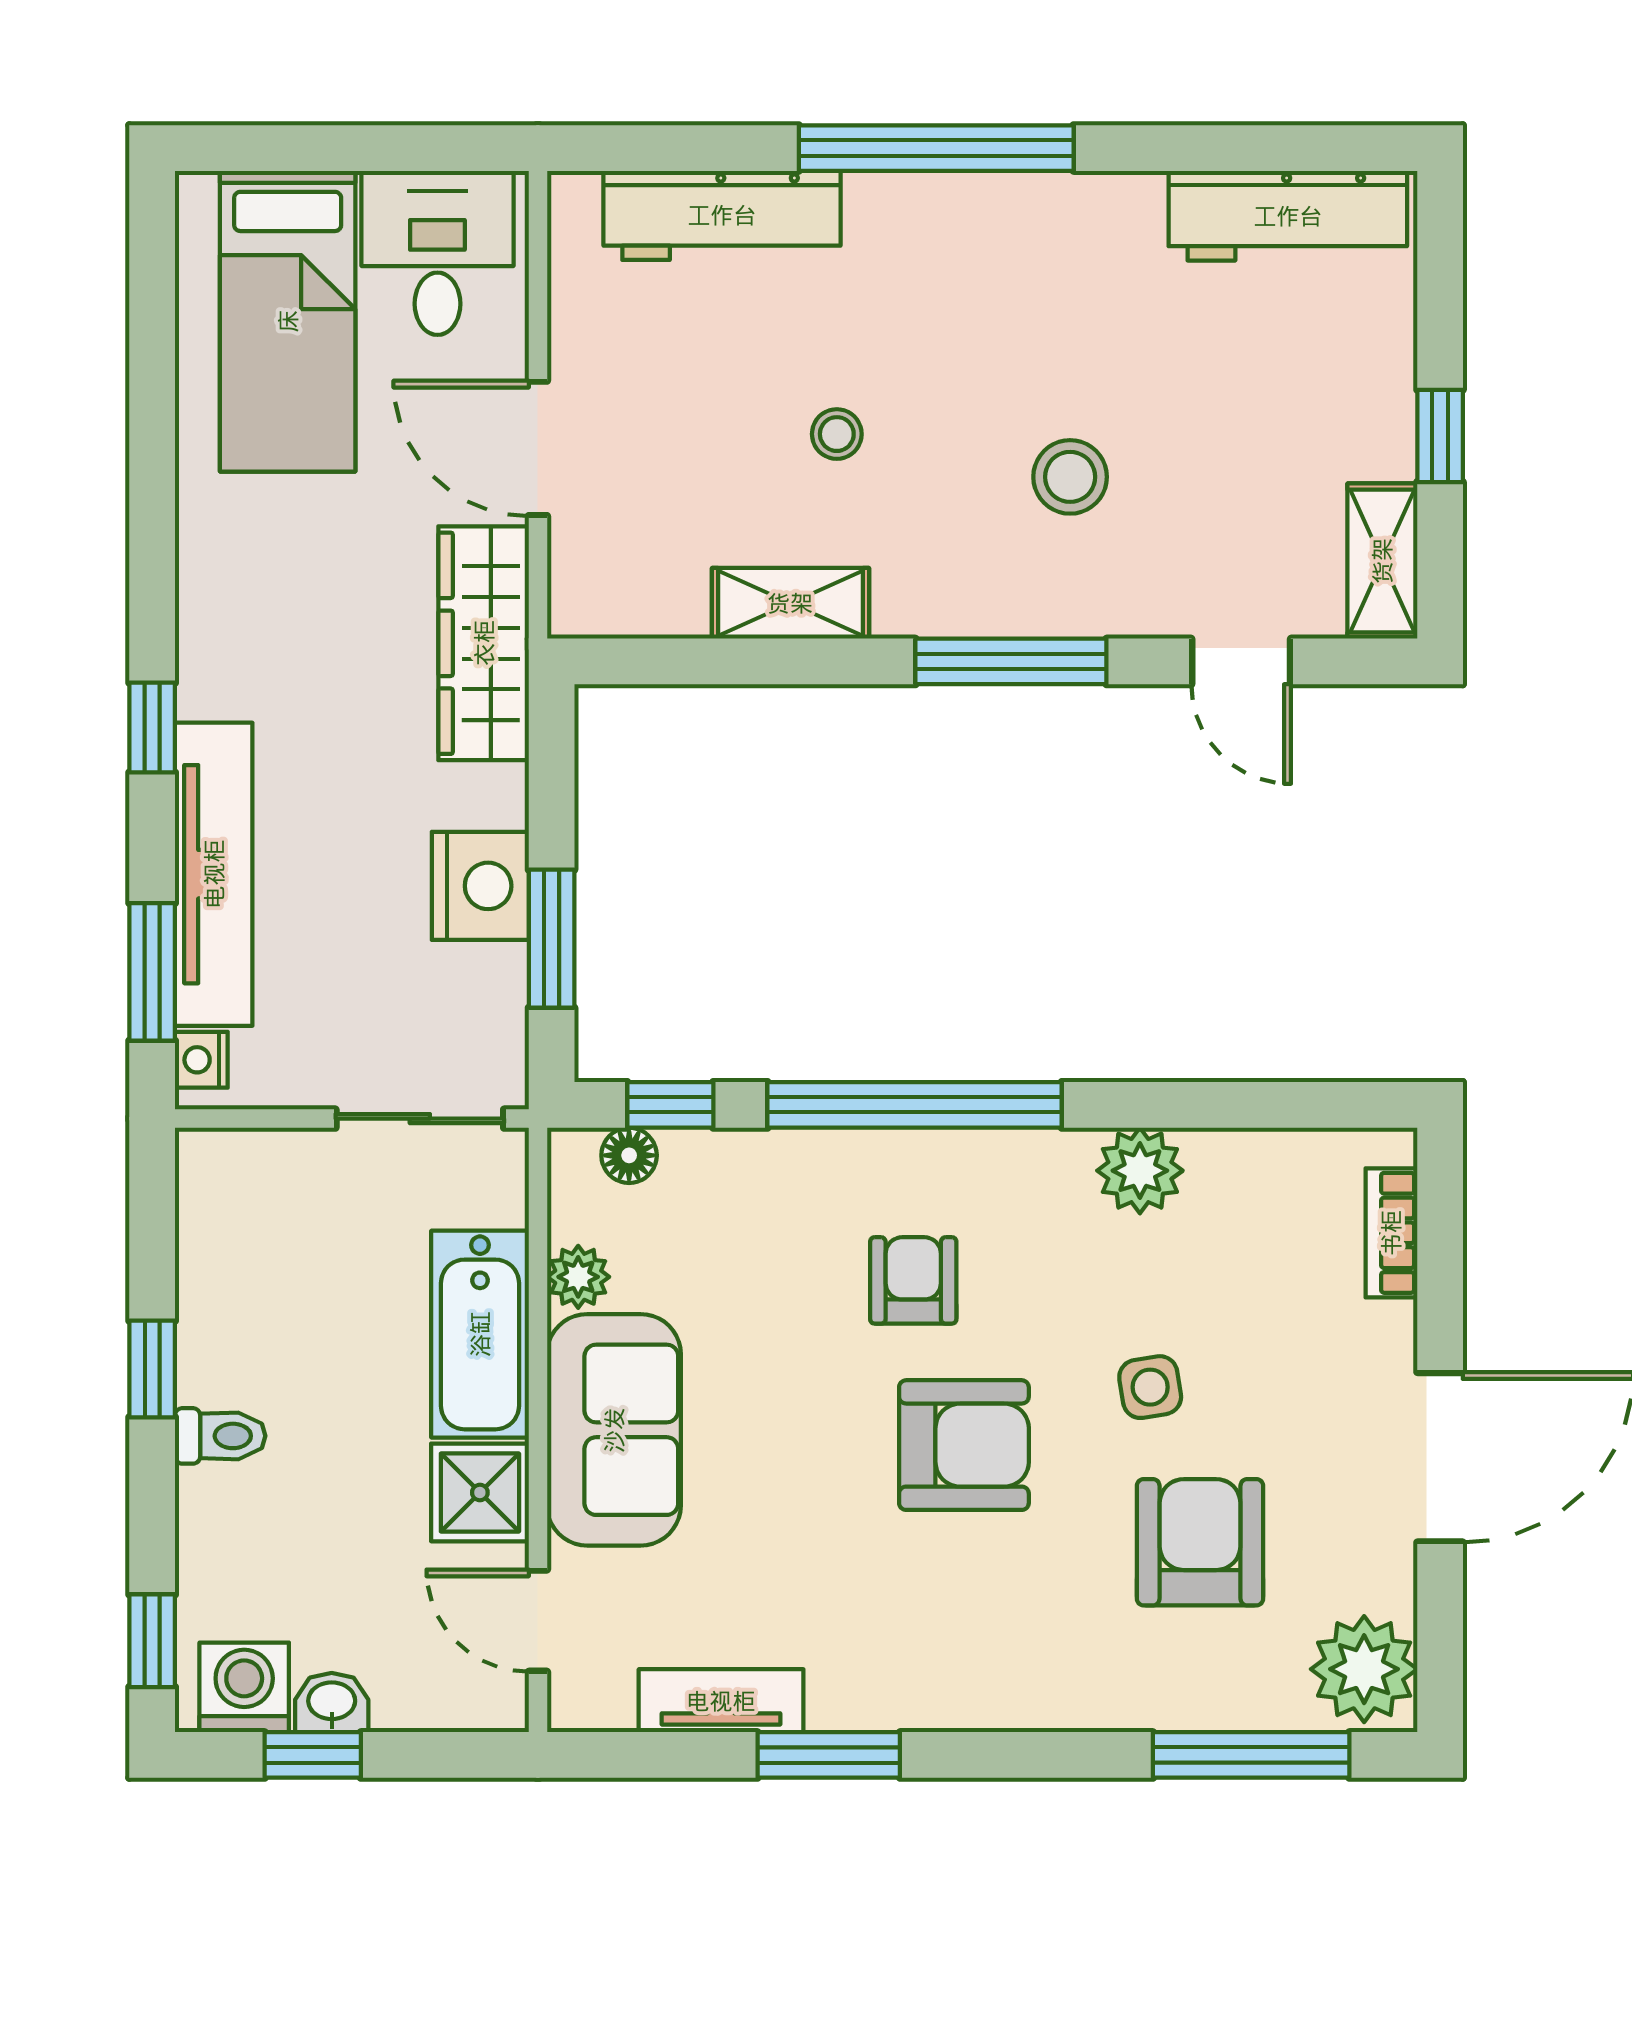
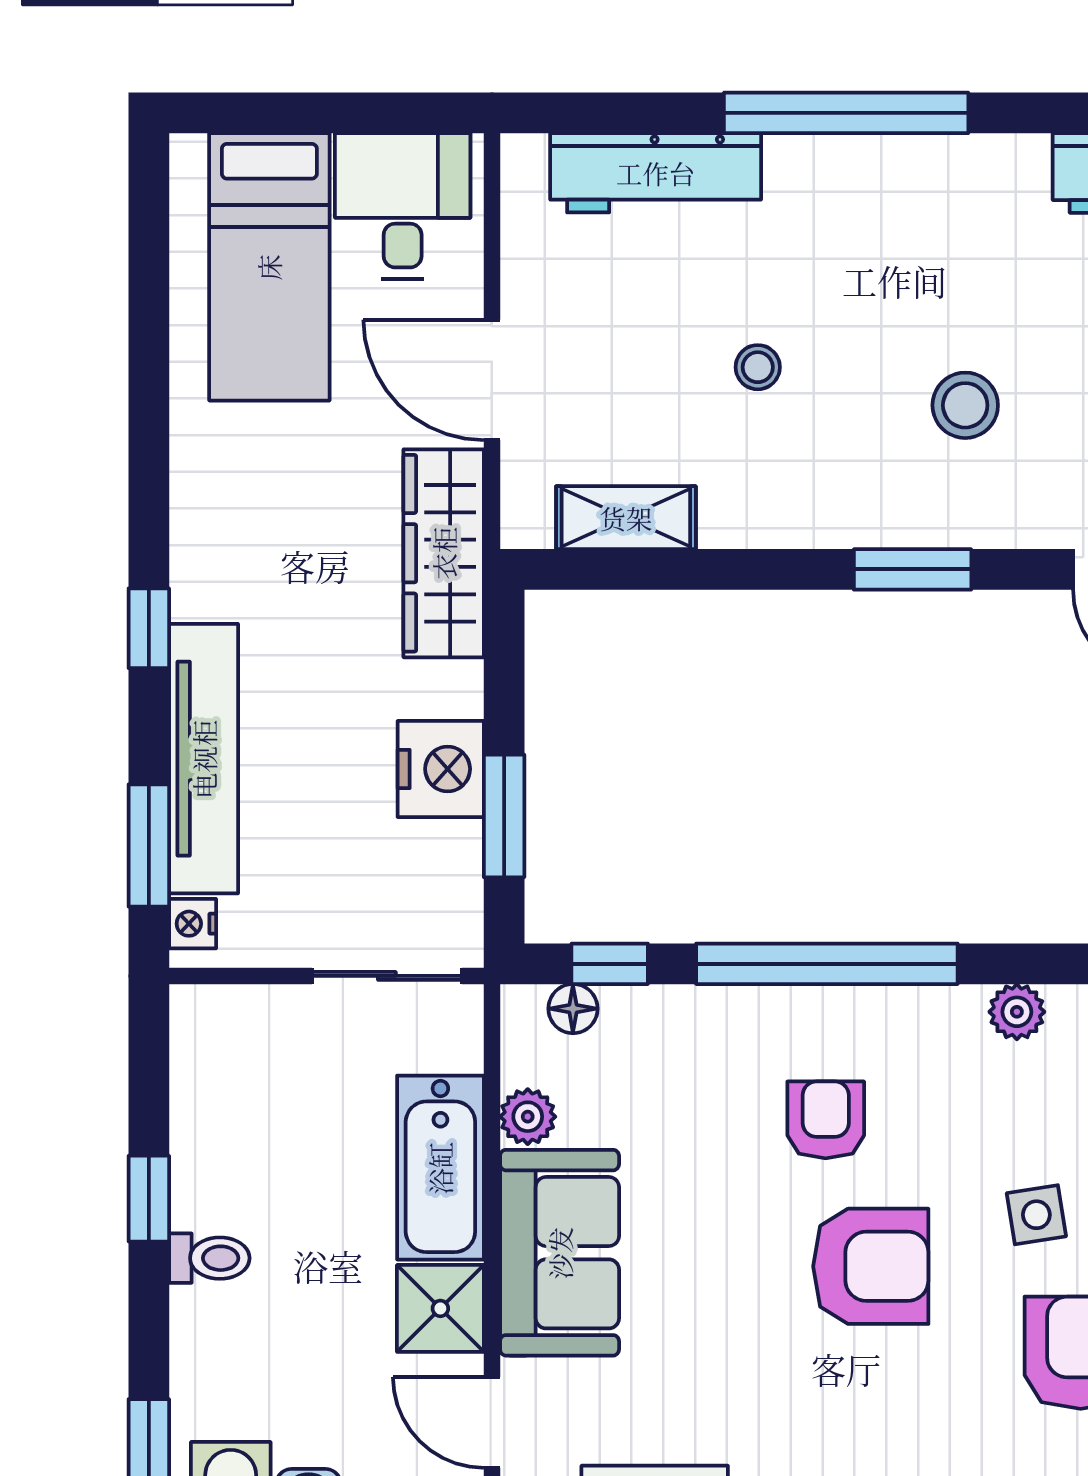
shelving: (790, 603) -> (626, 518), moved
window: (1011, 661) -> (913, 569), width x0.69
plant: (1140, 1171) -> (1017, 1012), width x0.73, depth x0.73

